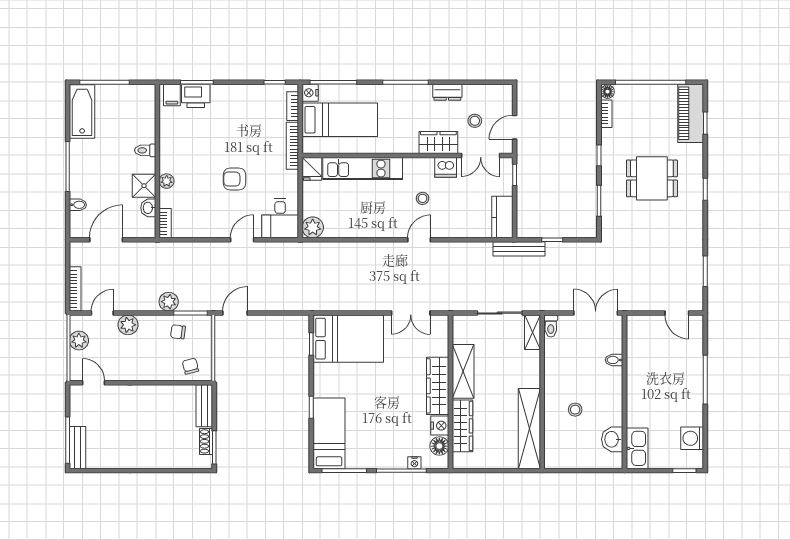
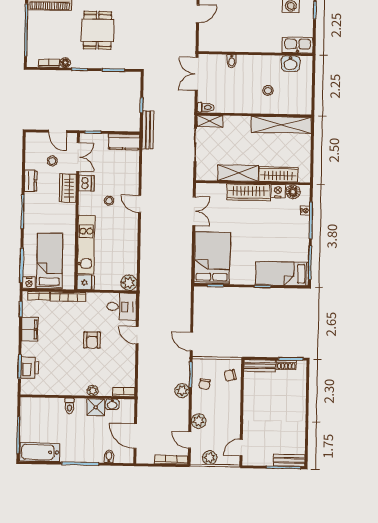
floor lamp: (607, 92) -> (65, 63), moved
filing cabinet: (172, 95) -> (30, 329), moved, width x2.00

